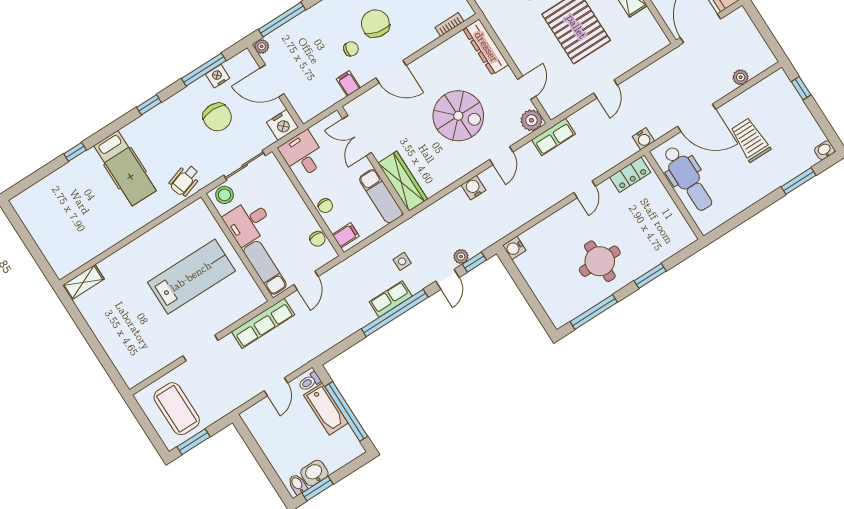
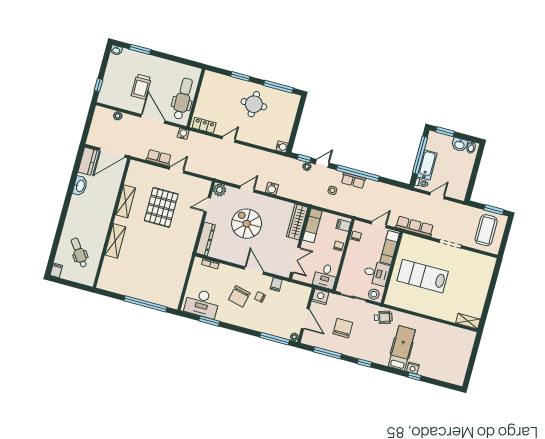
nightstand: (218, 76) -> (413, 368), moved
row of seats: (554, 137) -> (159, 158), moved
window: (318, 489) -> (445, 132), moved

